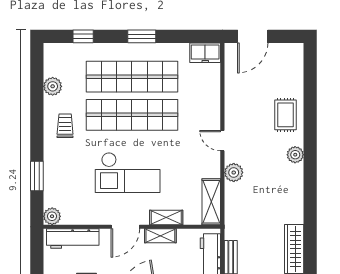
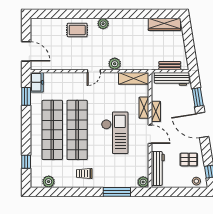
window: (142, 36) -> (26, 96), moved
plant: (53, 86) -> (49, 182), moved
window: (37, 176) -> (117, 192), width x1.44

